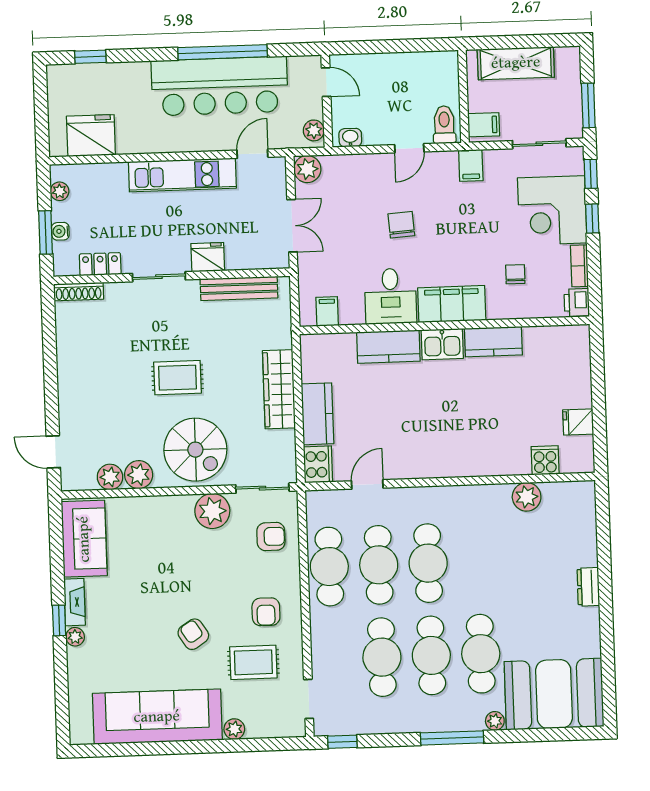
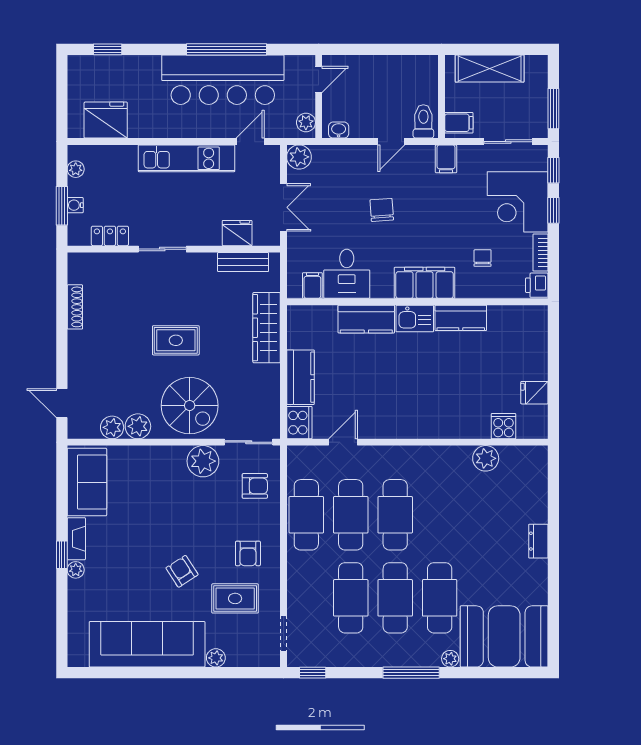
door: (326, 82) -> (319, 79), hinge flipped
fridge: (208, 257) -> (237, 233), moved
bench: (239, 288) -> (243, 262), width x0.73
shoe rack: (79, 292) -> (75, 307), moved, turned -90
desk: (390, 296) -> (347, 274), moved
wardrobe: (279, 389) -> (267, 328), moved

